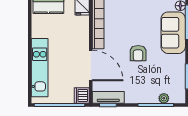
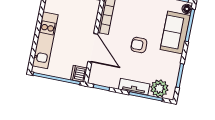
armchair: (138, 53) -> (139, 45), turned 90
tv unit: (108, 97) -> (134, 87), moved
plant: (164, 98) -> (159, 88), width x1.88, depth x1.88

